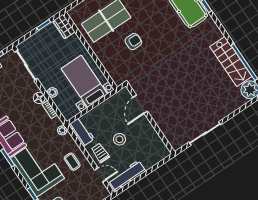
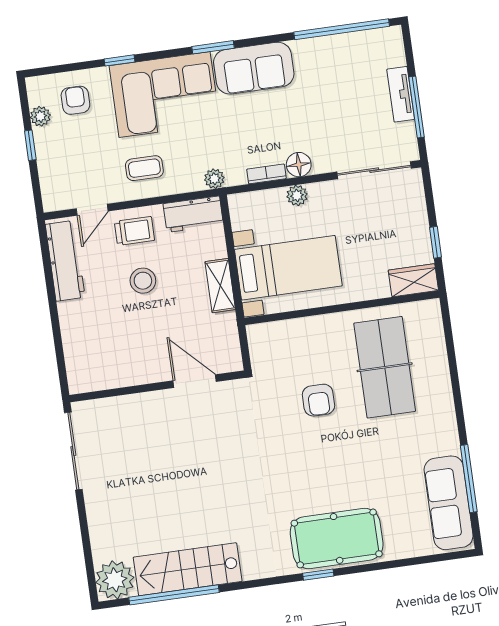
door: (140, 104) -> (195, 381), moved
shelving: (106, 106) -> (220, 286), added
wall: (150, 119) -> (157, 386), moved

